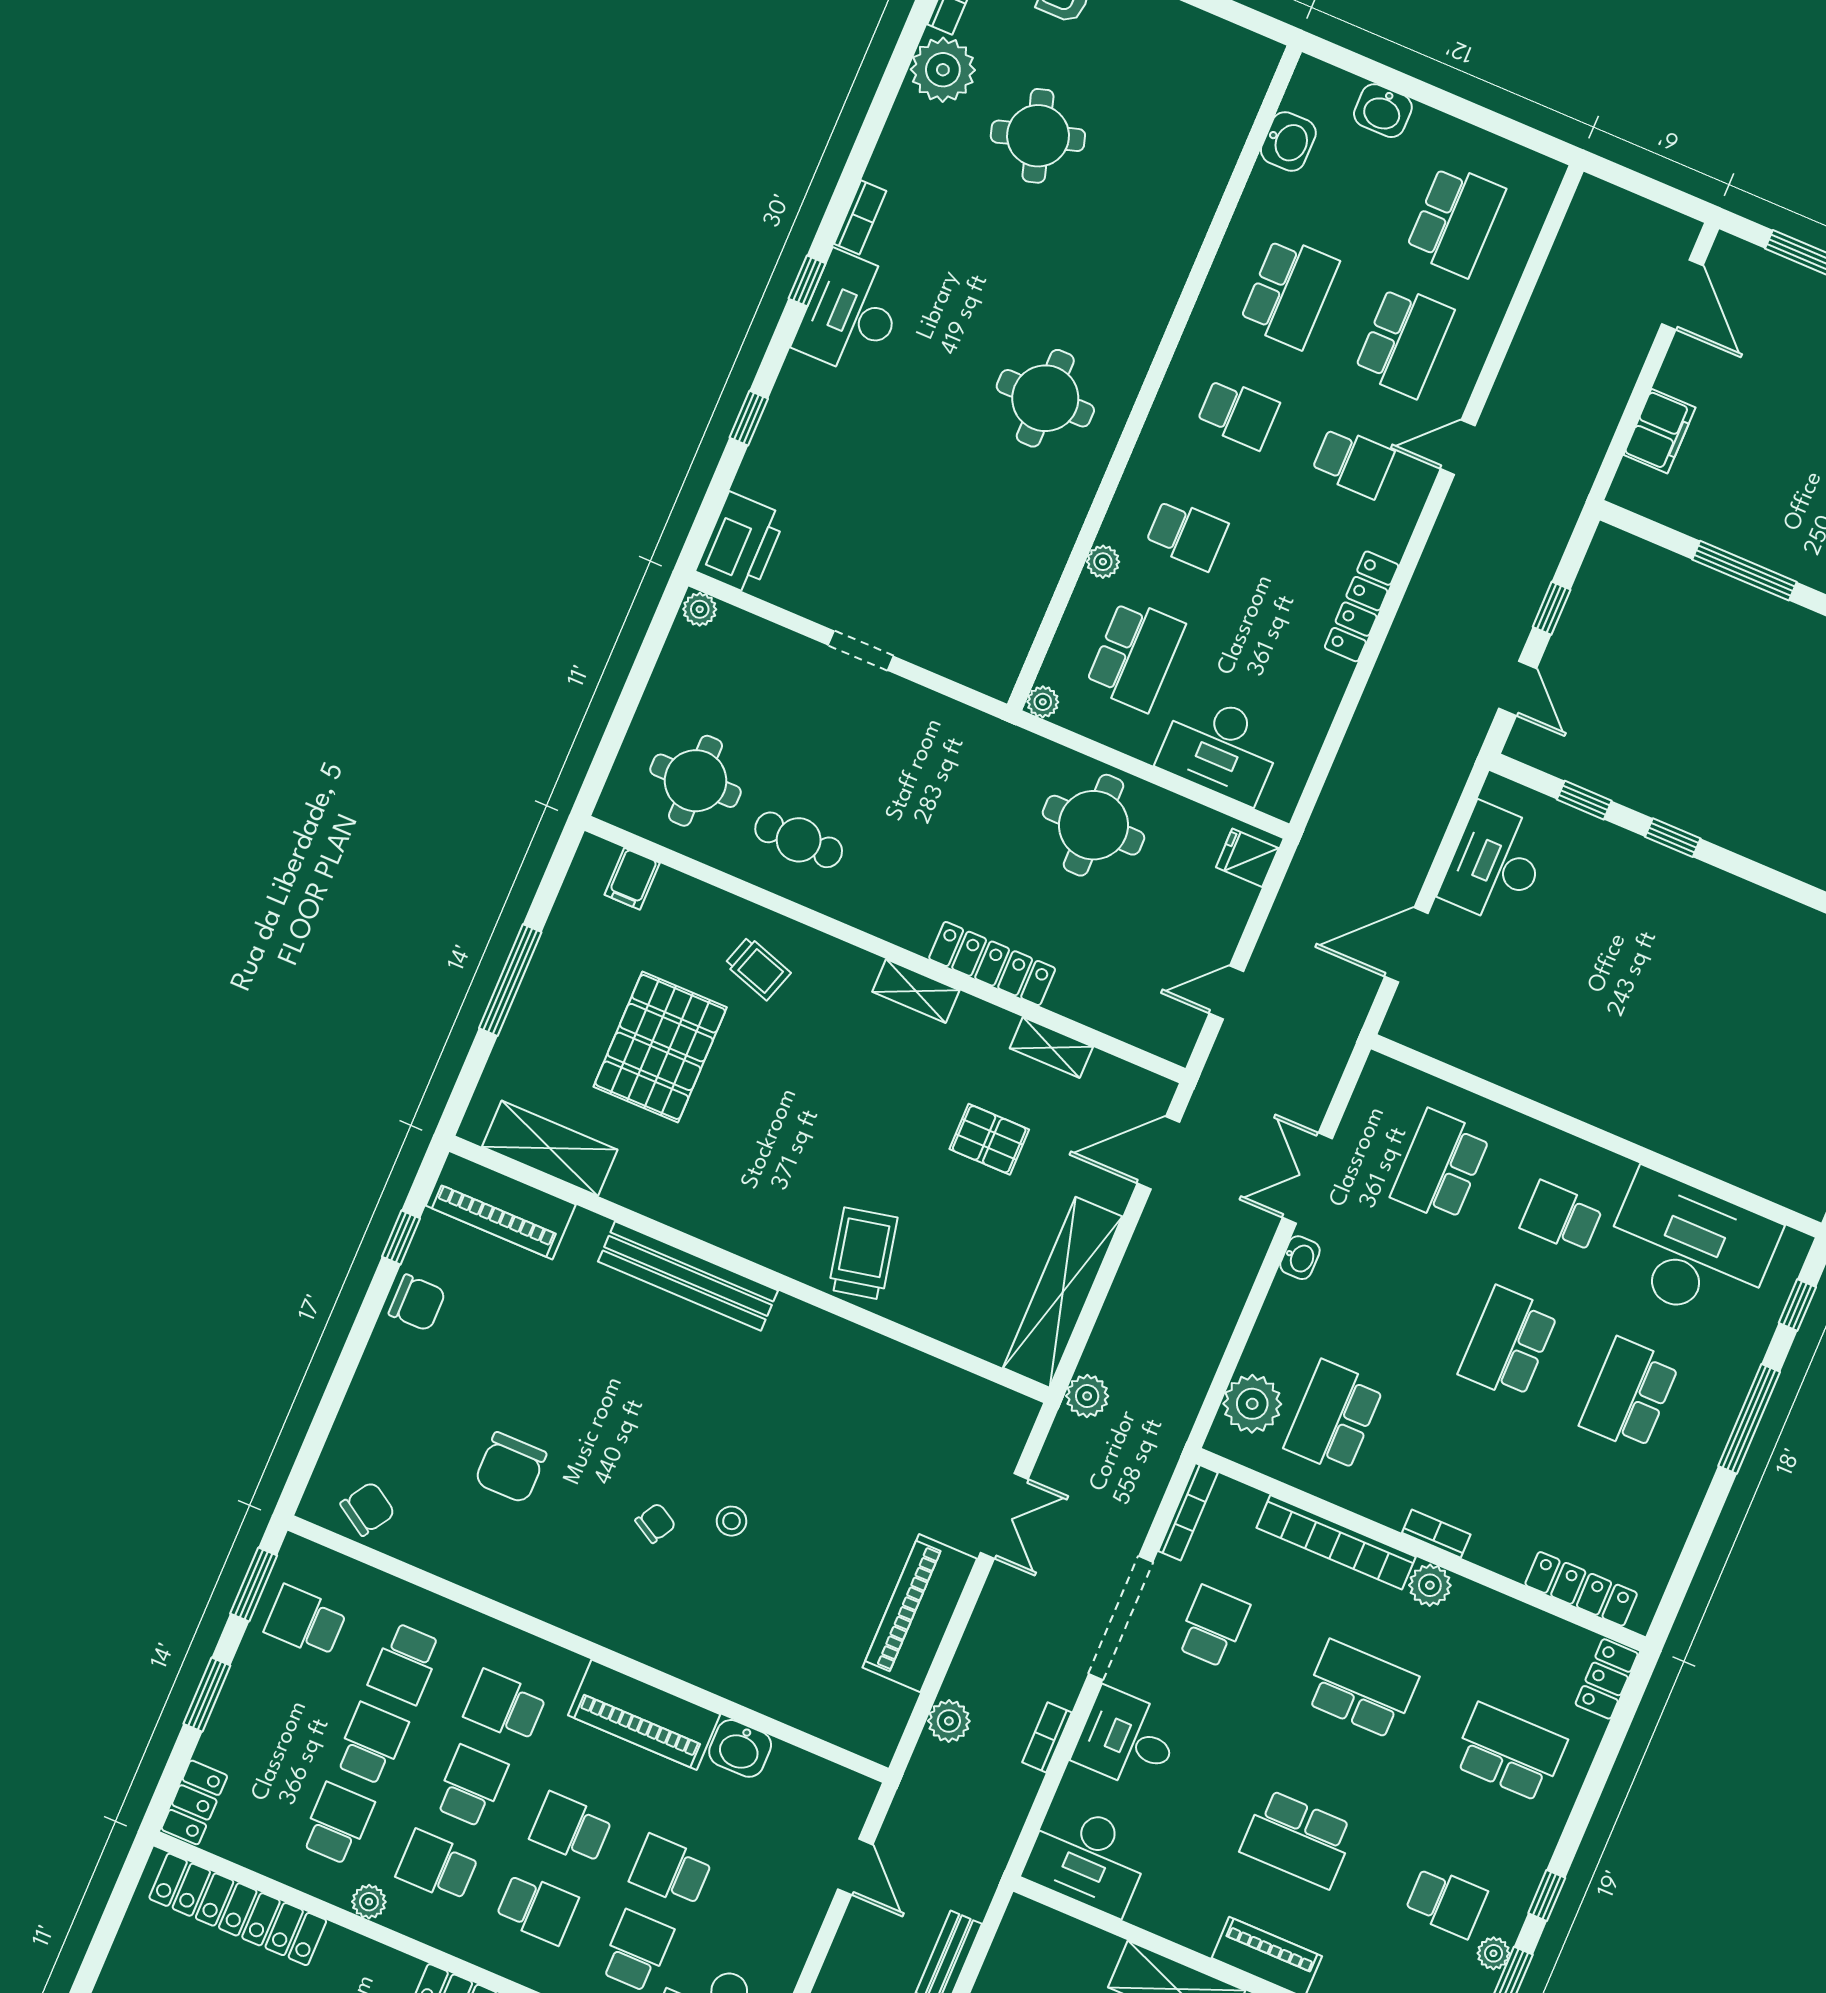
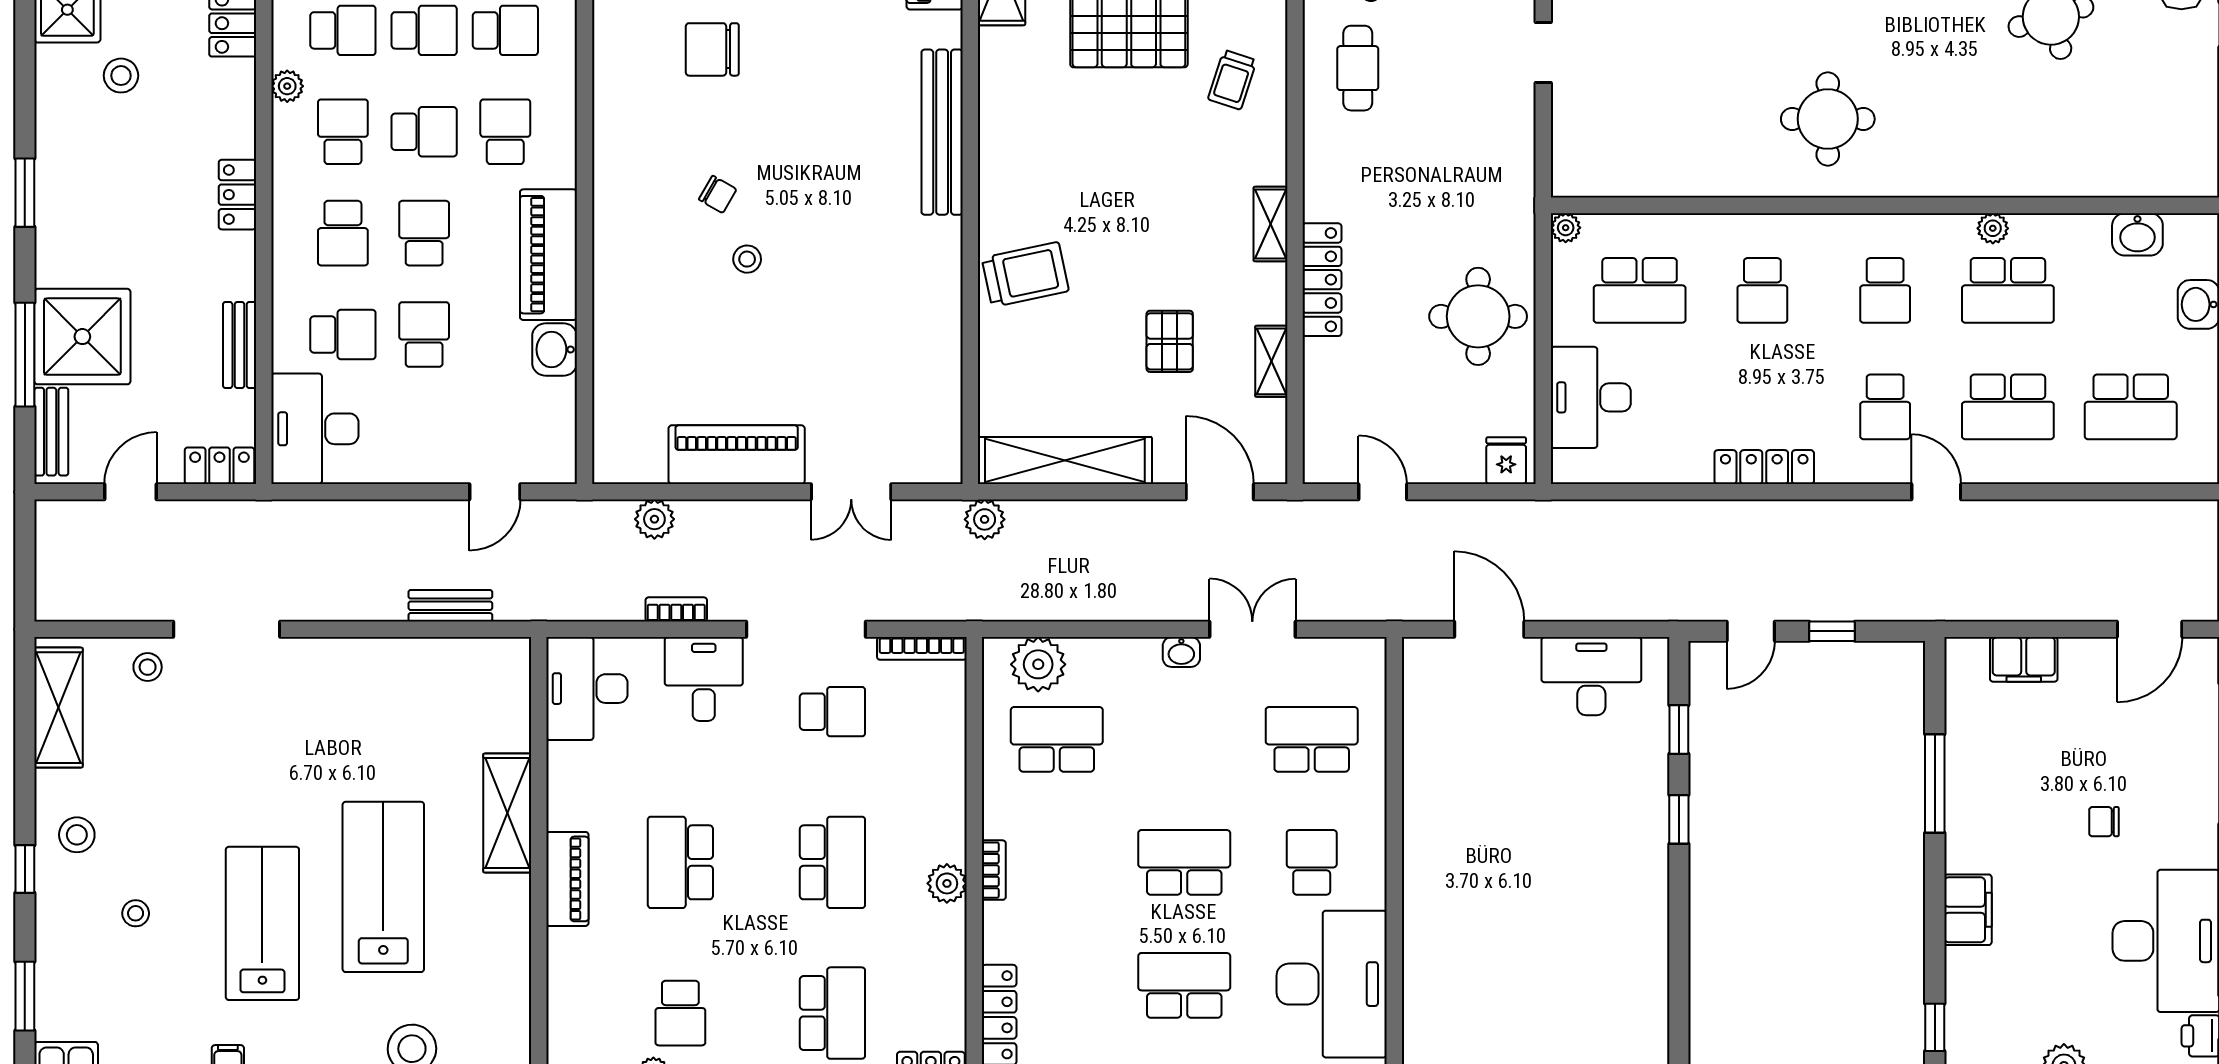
plant: (1103, 562) -> (1993, 228), moved
bookcase: (1336, 1542) -> (950, 787), removed
school desk: (405, 1664) -> (505, 30), turned 180

